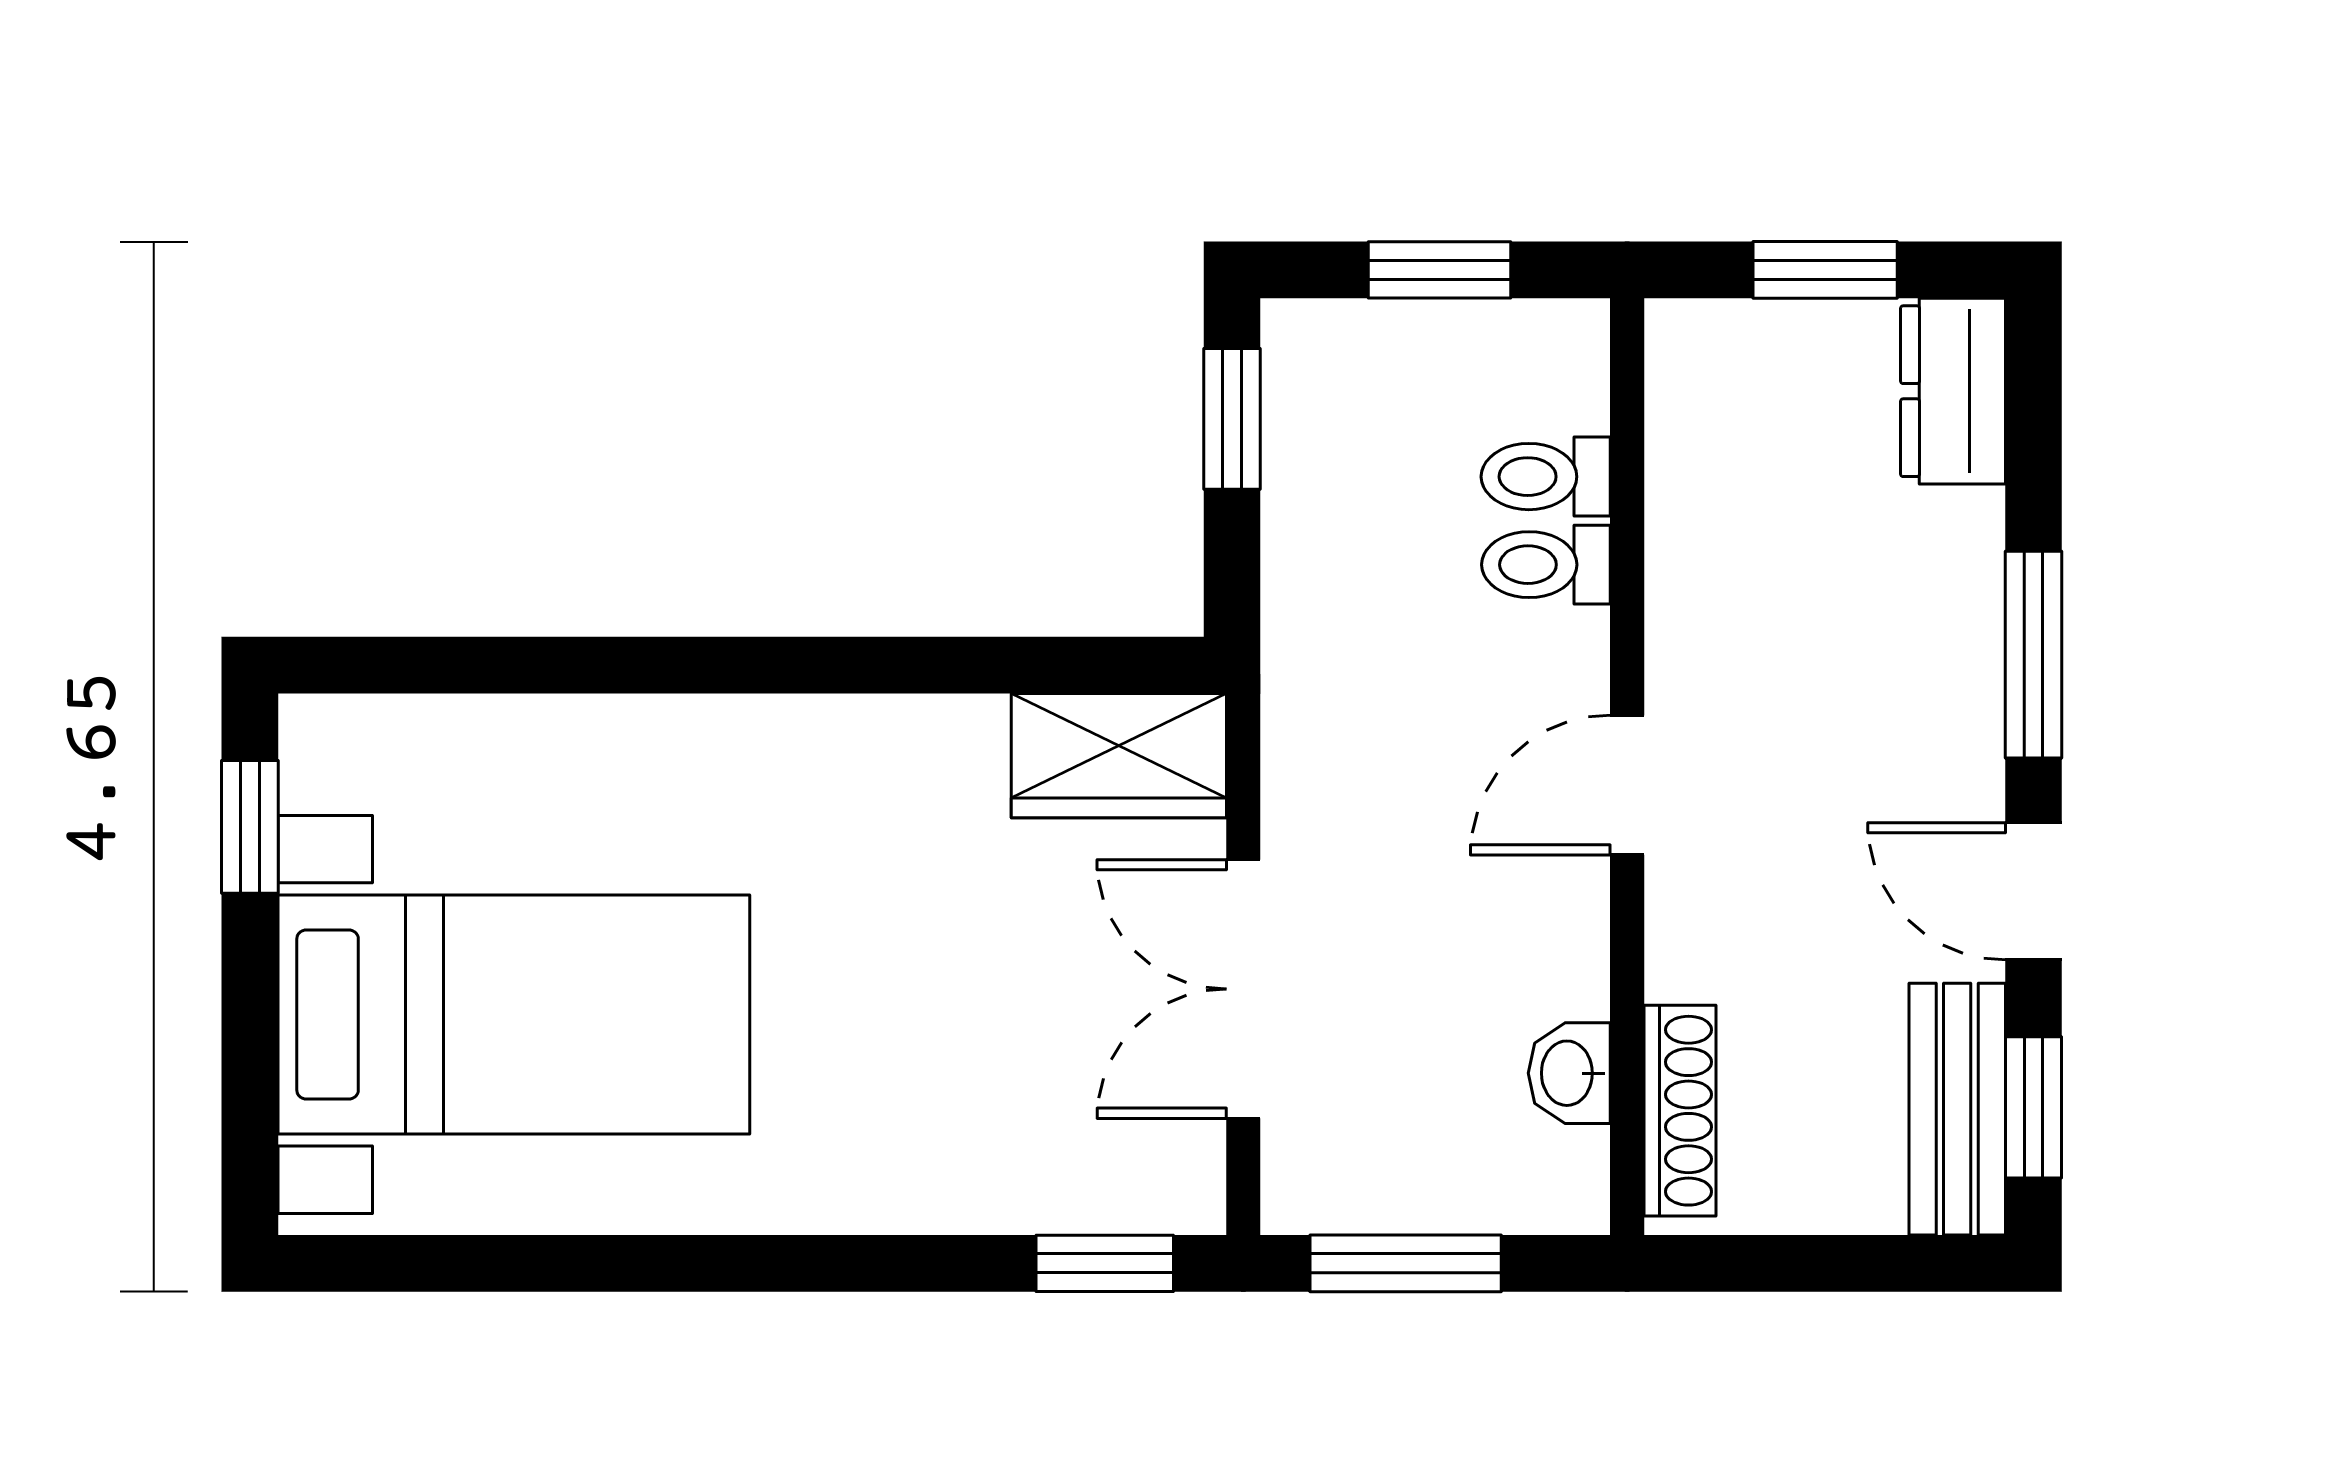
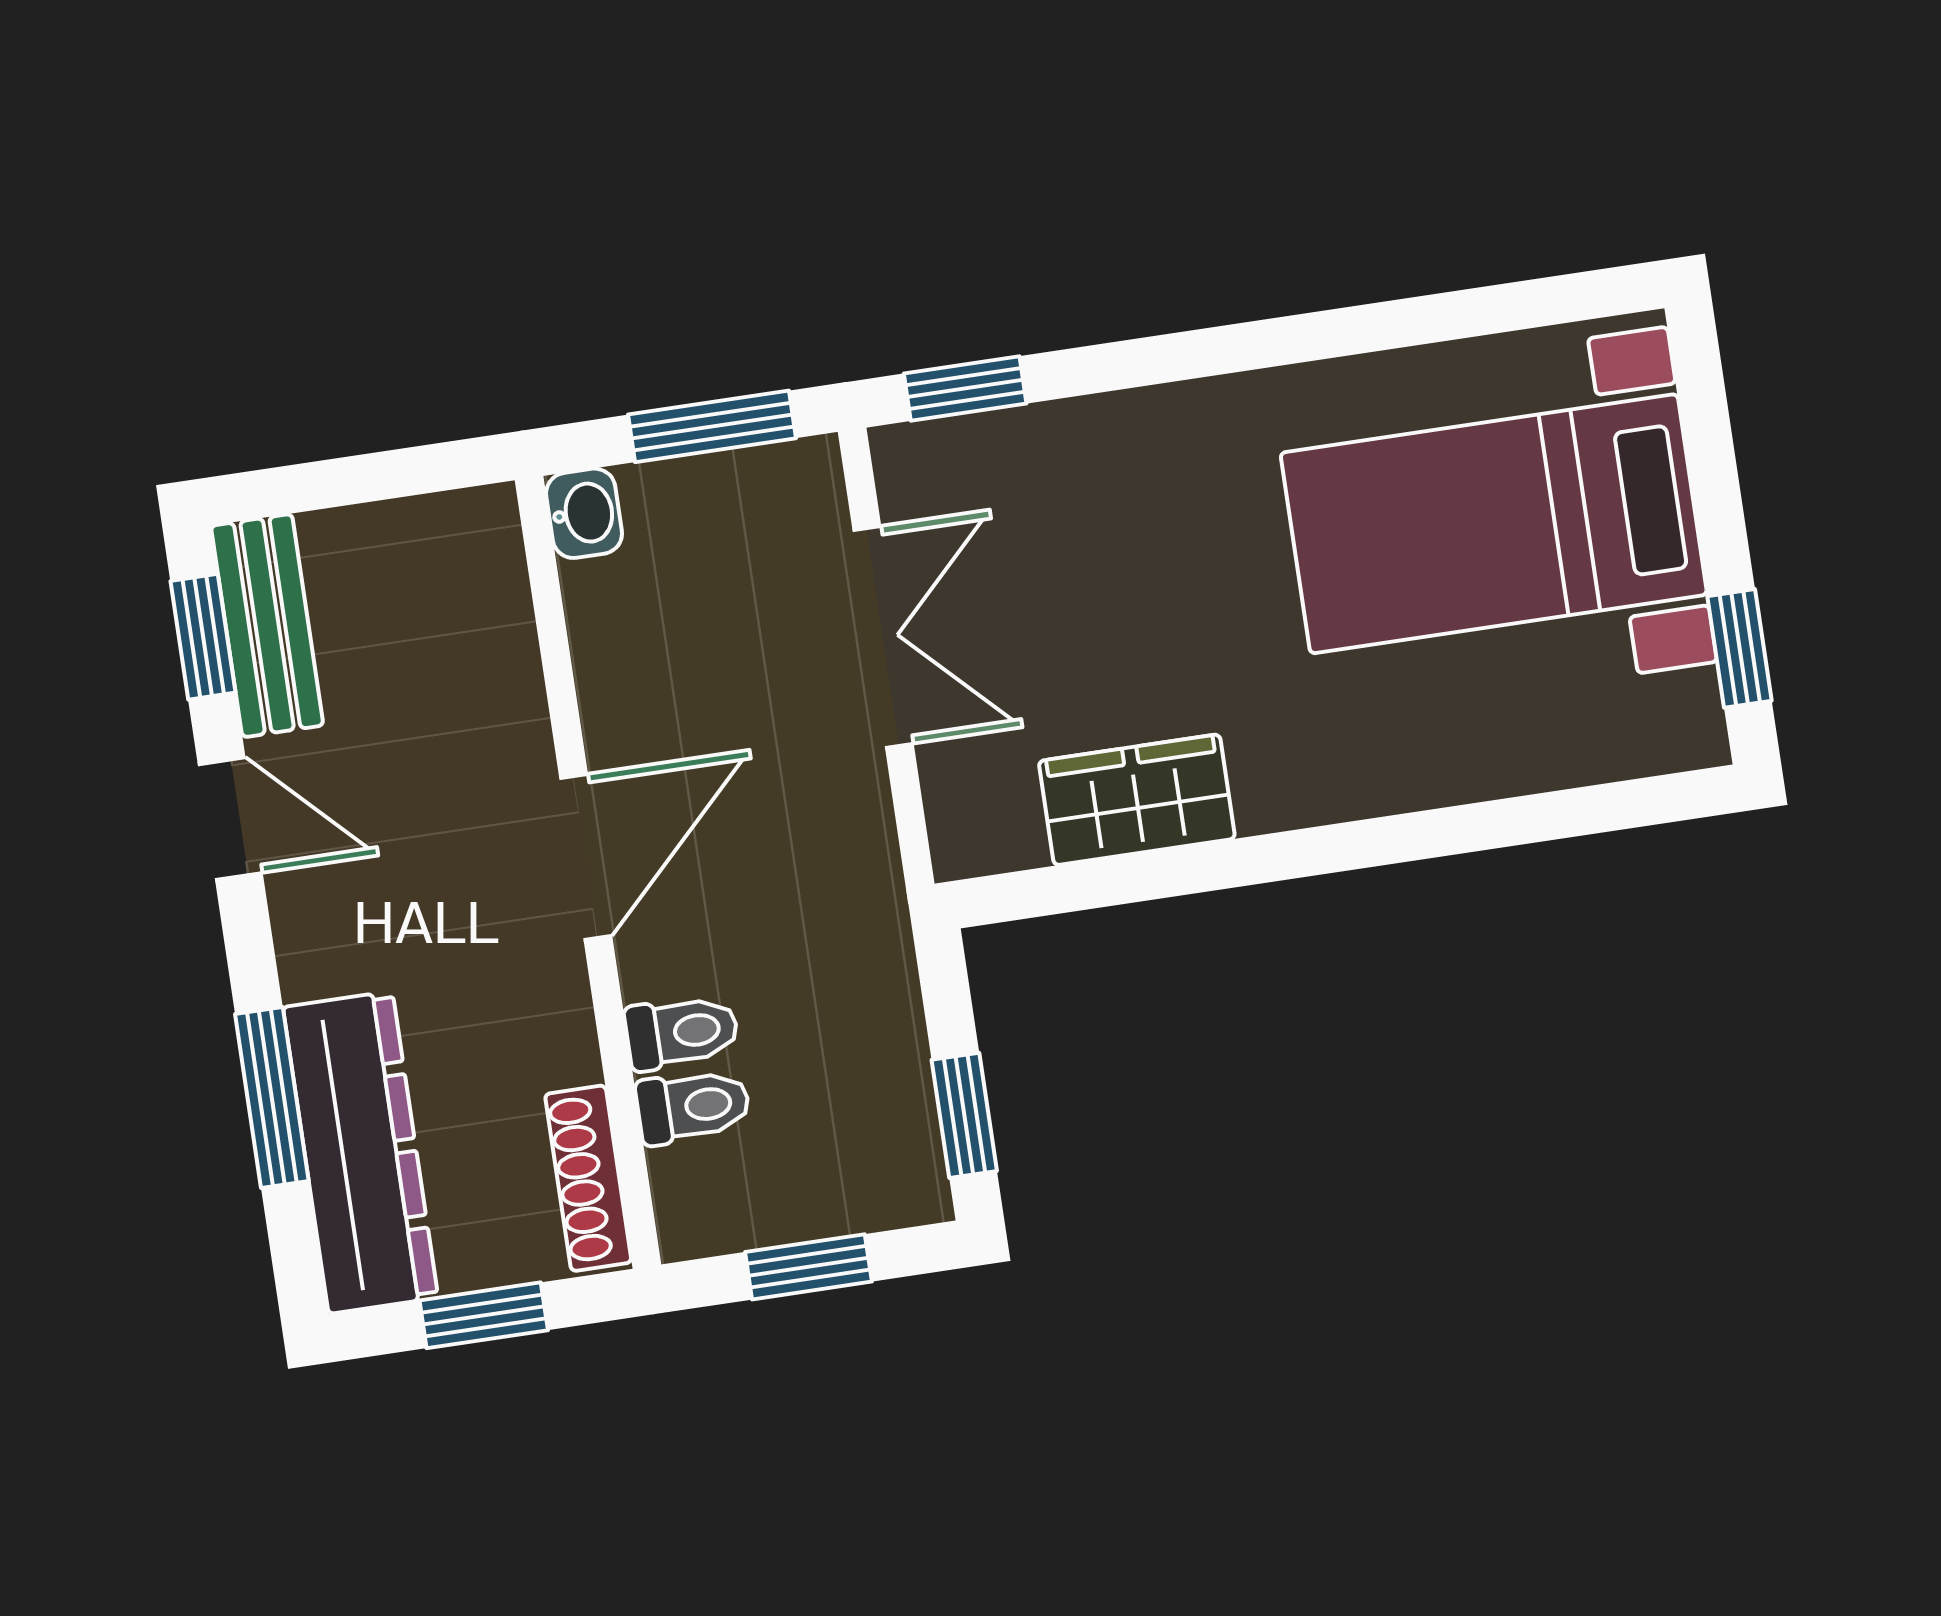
dresser: (1953, 391) -> (360, 1152), width x1.96, depth x1.24
window: (2033, 655) -> (272, 1098), moved
wardrobe: (1119, 756) -> (1137, 800), moved
door: (1627, 785) -> (586, 857), width x1.38
washbasin: (1569, 1073) -> (584, 513), moved
shoe rack: (1680, 1111) -> (588, 1178), moved

